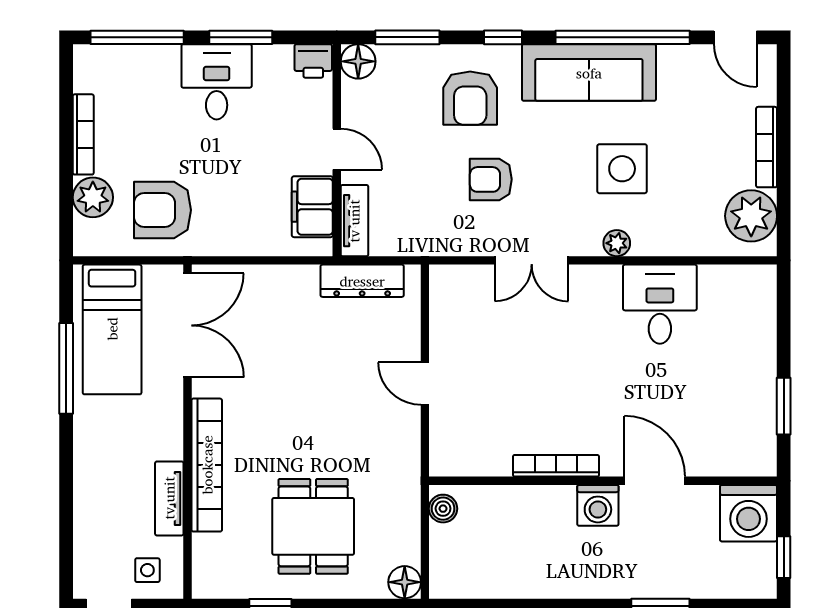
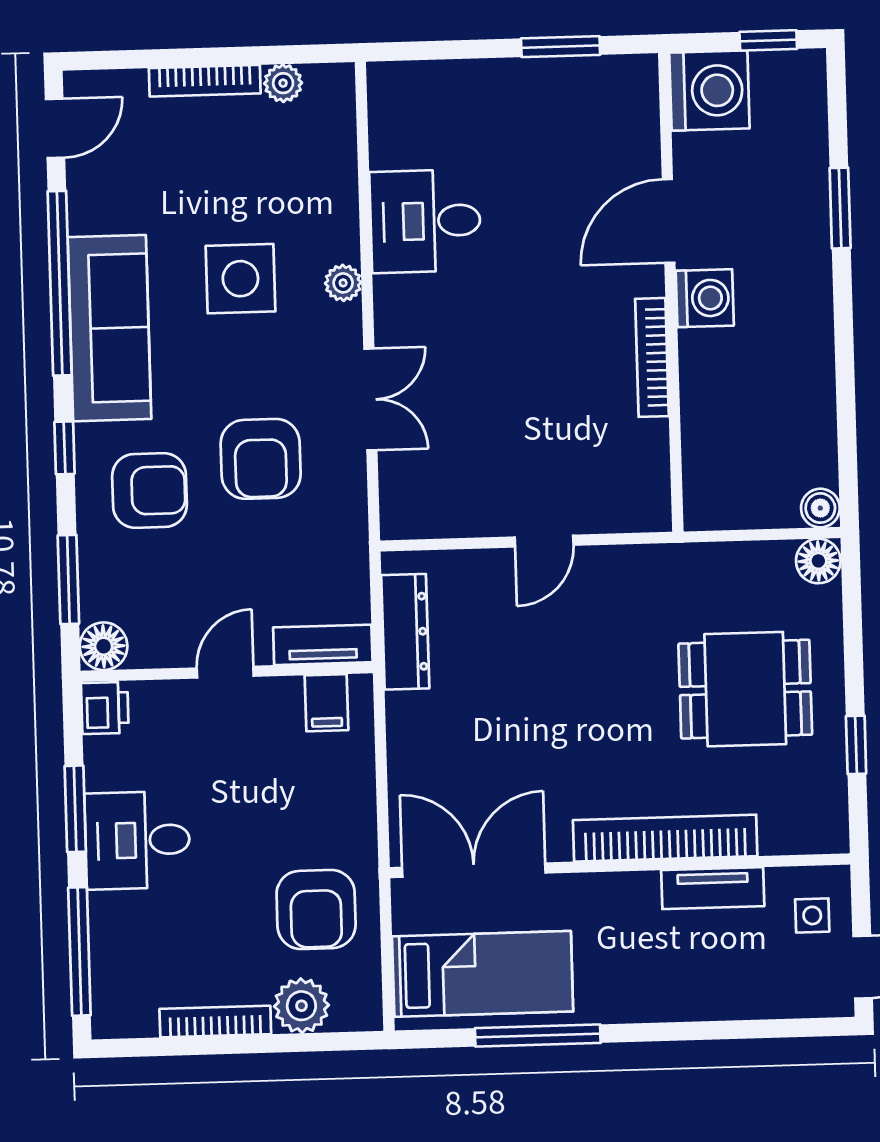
armchair: (491, 179) -> (261, 459), width x1.38, depth x1.38
filing cabinet: (312, 207) -> (326, 703), width x0.50
plant: (751, 216) -> (283, 83), width x0.53, depth x0.53
boiler: (443, 509) -> (820, 508), moved

